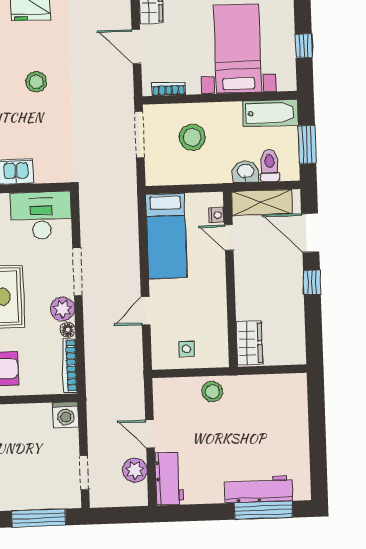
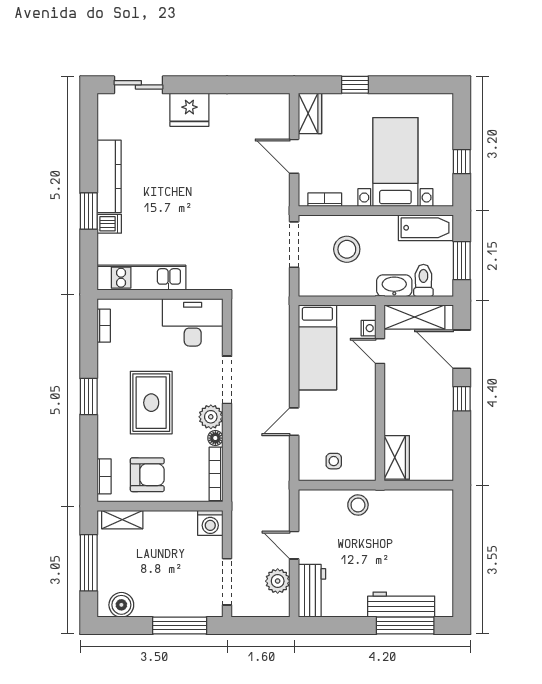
stool: (36, 82) -> (192, 188), removed
washbasin: (246, 172) -> (394, 286), width x1.38
doorway: (84, 473) -> (227, 582), width x1.38

